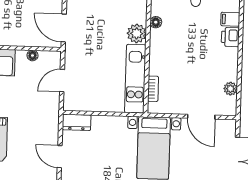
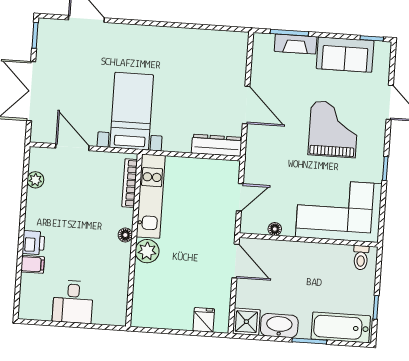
floor lamp: (156, 22) -> (125, 235), moved
bookcase: (153, 89) -> (130, 183), width x1.56
dresser: (77, 122) -> (217, 145), width x1.44
door: (60, 157) -> (246, 105), width x1.38

